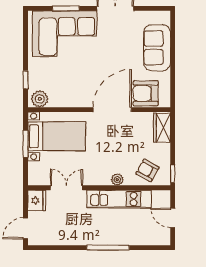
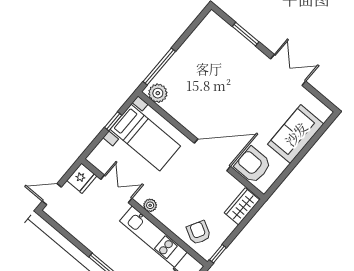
corner sofa: (65, 34) -> (226, 55), removed
window: (26, 80) -> (159, 67), width x2.17
window: (26, 144) -> (113, 121), width x0.67
plant: (117, 180) -> (150, 205), moved

